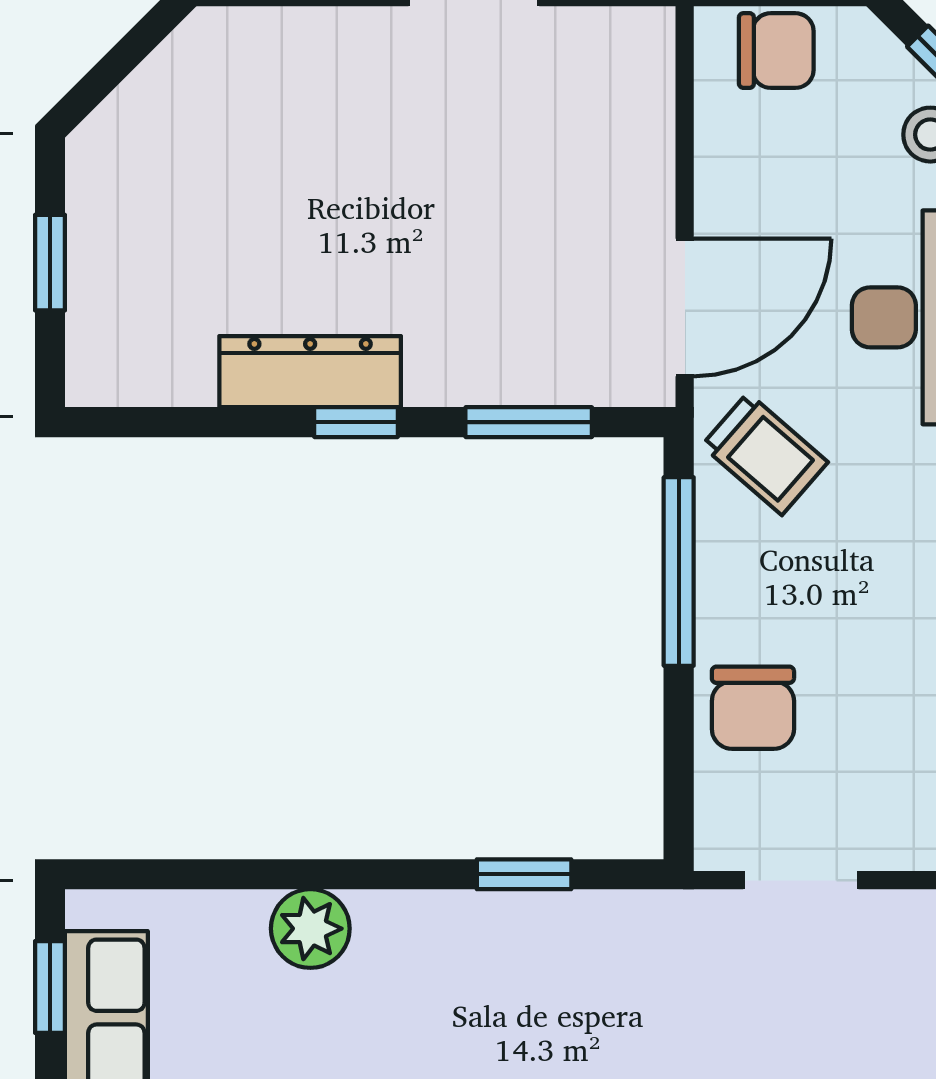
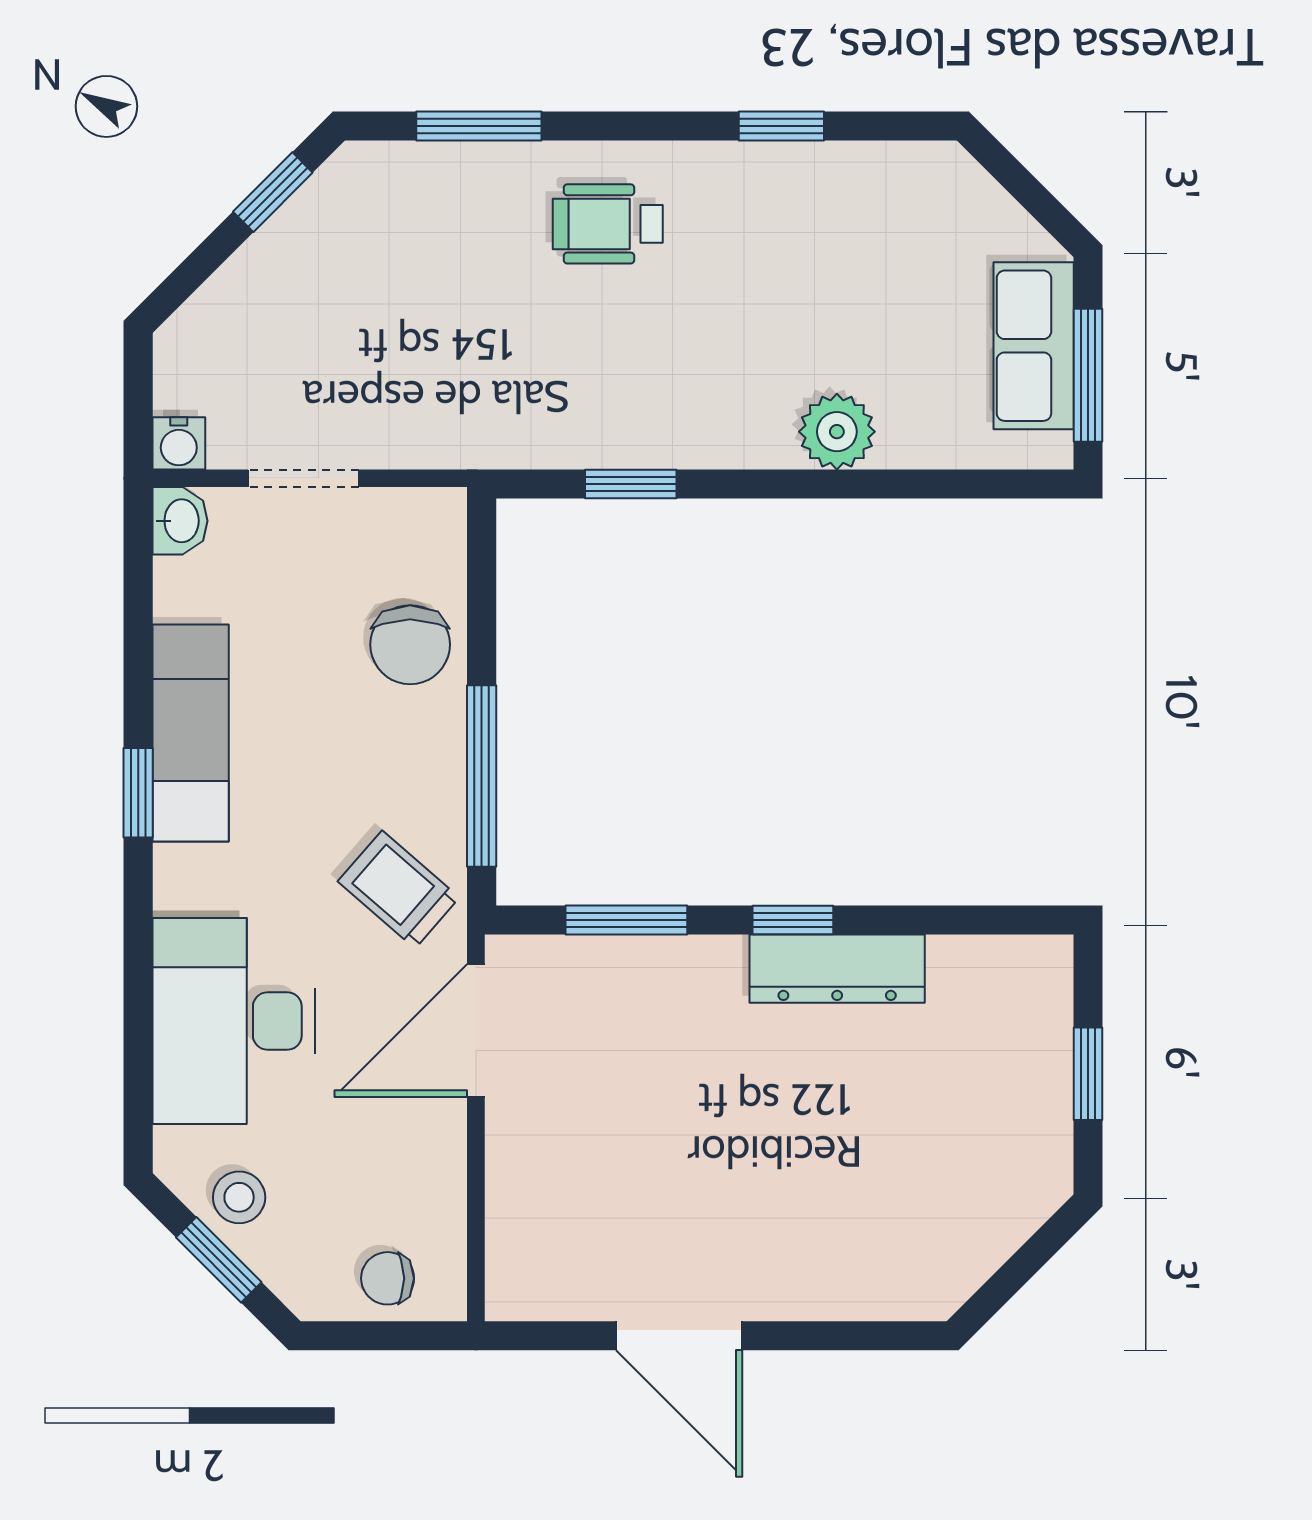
chair: (776, 51) -> (388, 1278), width x0.73, depth x0.73
chair: (753, 708) -> (410, 645), turned 180
doorway: (801, 880) -> (304, 478), moved
window: (50, 987) -> (1088, 375), width x1.50

